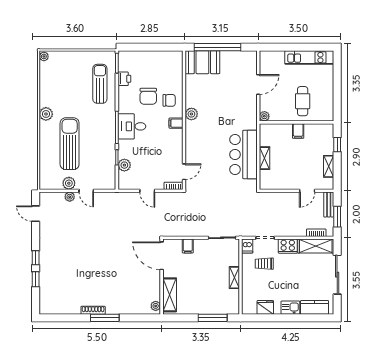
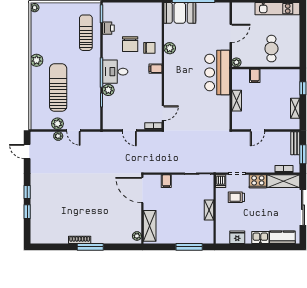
plant: (191, 114) -> (170, 48), moved
filing cabinet: (298, 131) -> (255, 76), moved
bar counter: (243, 154) -> (217, 72), moved
plant: (124, 165) -> (108, 90), moved
door: (307, 191) -> (258, 131), moved

